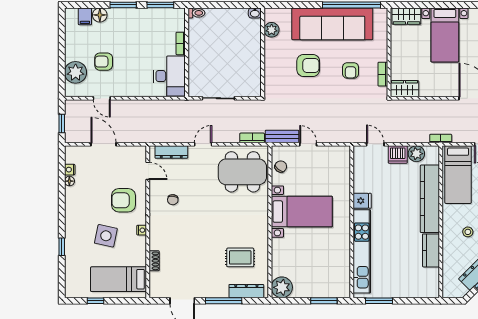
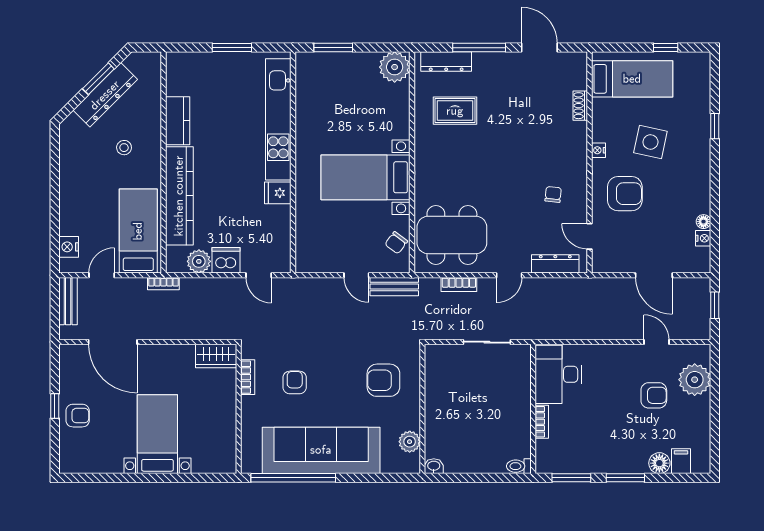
wardrobe: (406, 16) -> (213, 462), removed
armchair: (308, 65) -> (383, 380), moved
bookcase: (252, 138) -> (459, 284), moved
window: (379, 301) -> (232, 48), moved

